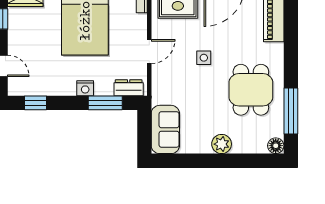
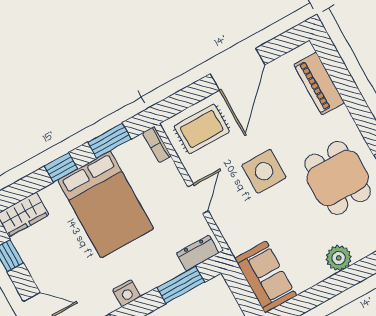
side table: (204, 58) -> (264, 171), width x1.87, depth x1.87
nightstand: (85, 88) -> (127, 293), moved

